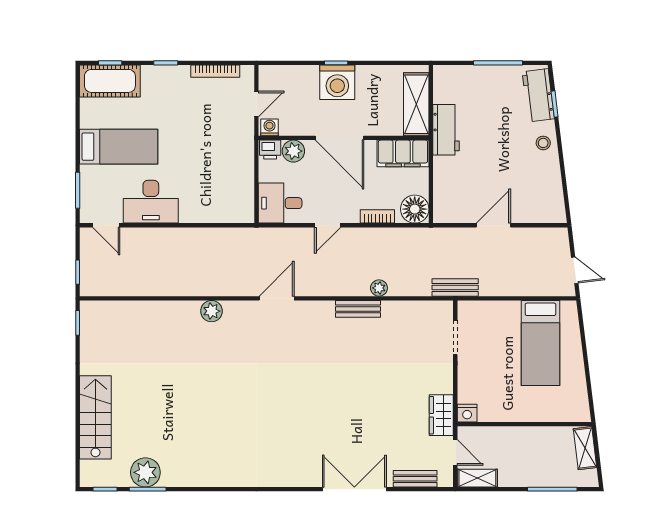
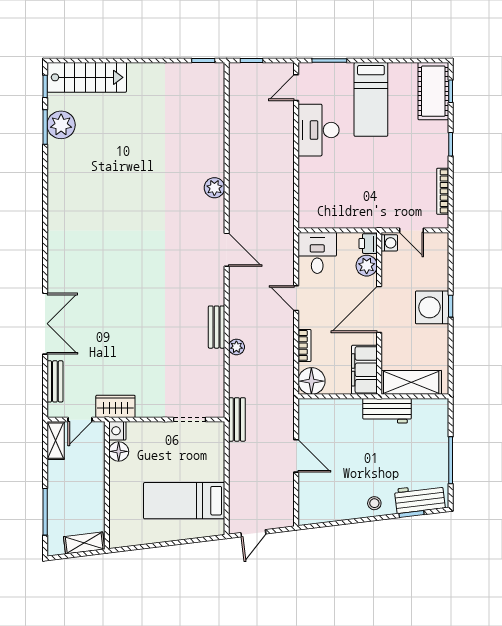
floor lamp: (489, 412) -> (119, 451), added
stairs: (95, 417) -> (87, 77), moved

